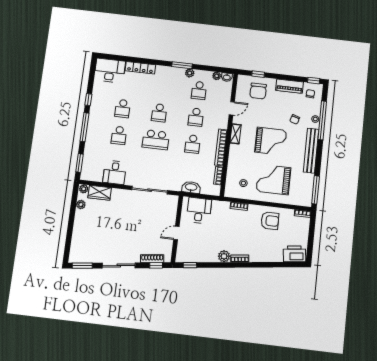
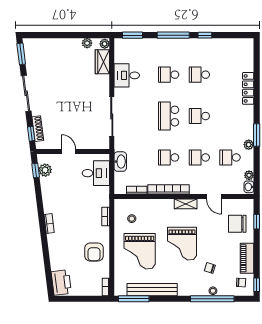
desk: (110, 71) -> (241, 55), removed
bench: (311, 151) -> (152, 290), moved
grand piano: (273, 179) -> (140, 251), turned 180
plant: (224, 256) -> (45, 170), moved

